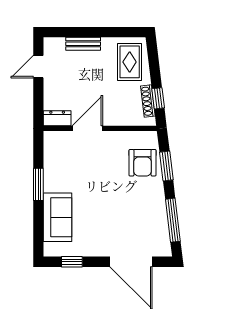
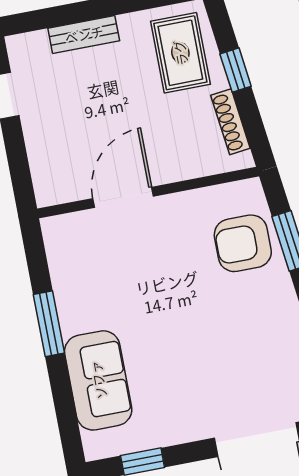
window: (158, 98) -> (236, 70), moved
dresser: (57, 118) -> (61, 189), removed
armchair: (143, 163) -> (243, 243), turned 90

